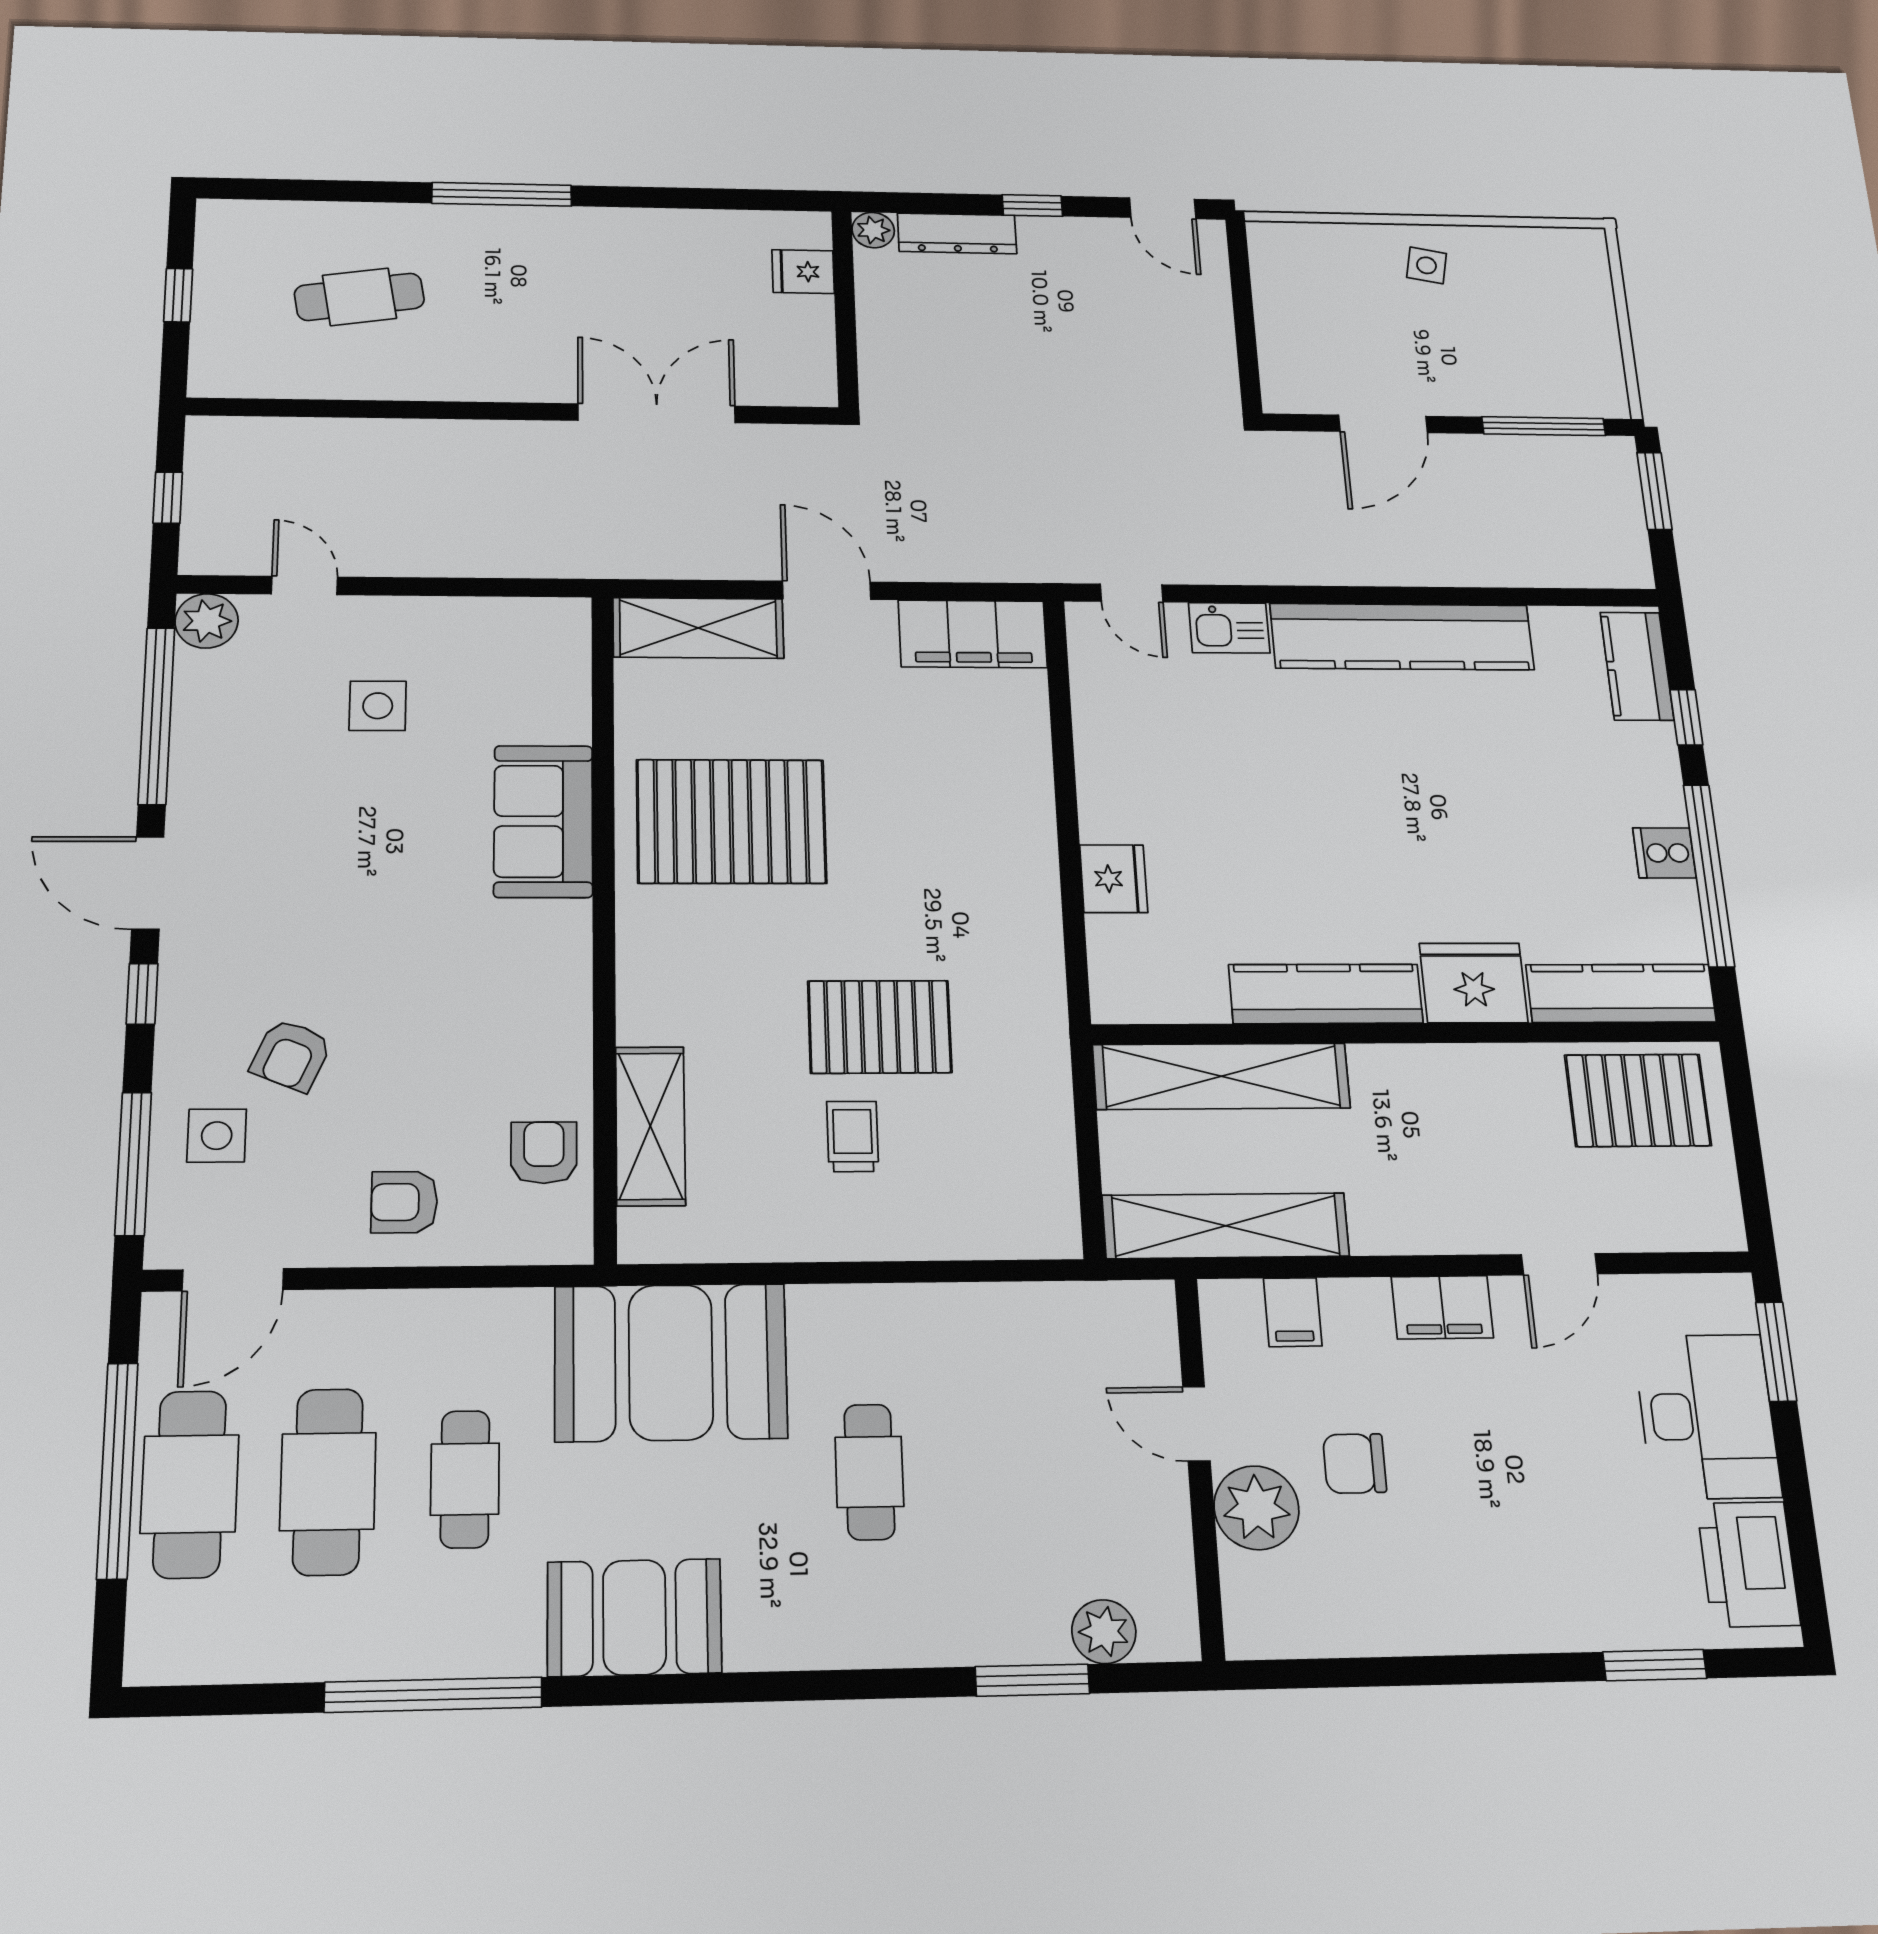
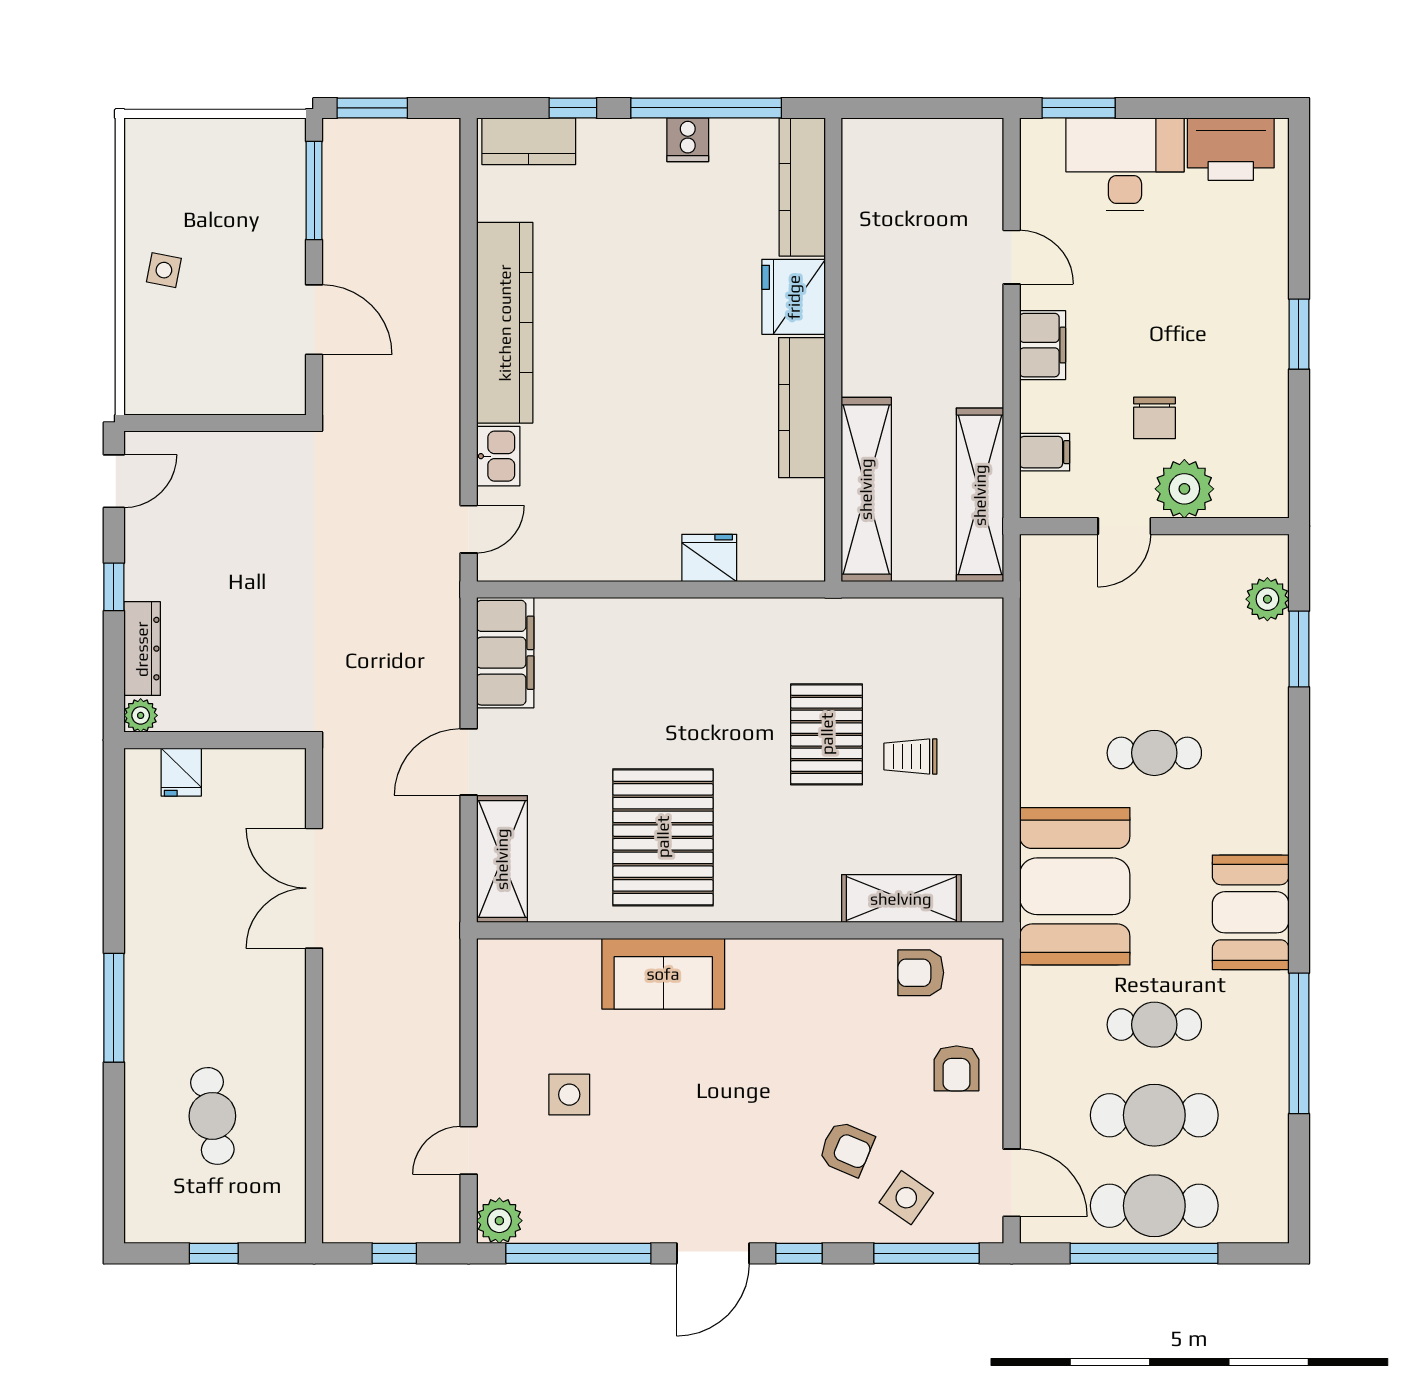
pallet: (1638, 1100) -> (887, 185), removed
side table: (217, 1136) -> (906, 1198), turned 35
window: (1655, 1665) -> (1299, 334), moved

